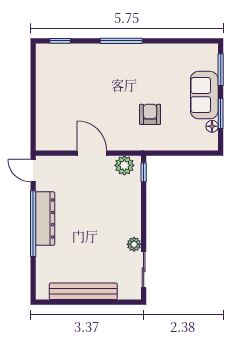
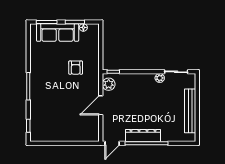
sofa: (204, 95) -> (58, 32), width x1.36
armchair: (150, 114) -> (76, 68), turned -90

